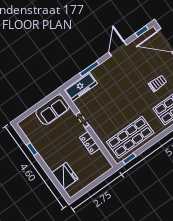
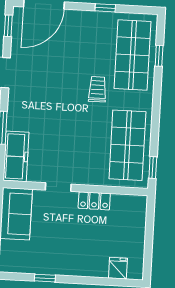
trolley: (158, 83) -> (97, 89), moved
fridge: (65, 176) -> (118, 268), width x0.53, depth x0.75

